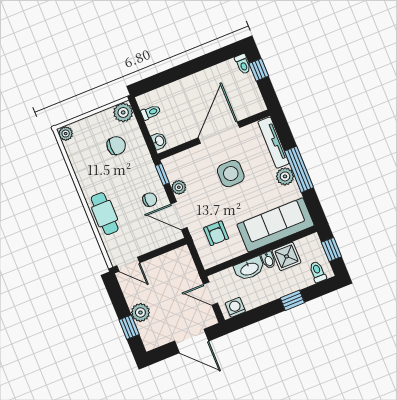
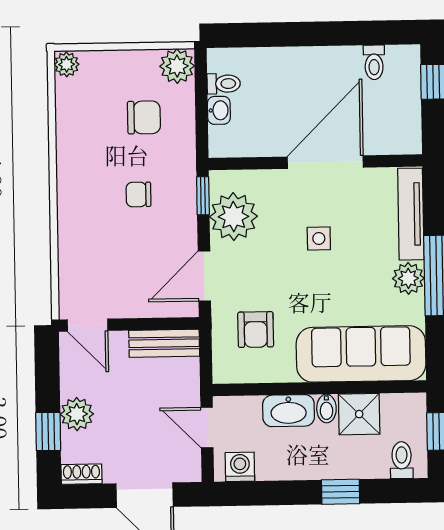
toilet: (243, 64) -> (374, 62), moved
washbasin: (159, 141) -> (219, 110), moved
side table: (231, 174) -> (319, 238), width x0.54, depth x0.54
plant: (179, 187) -> (234, 217), width x1.88, depth x1.88
chair: (150, 200) -> (138, 194), moved, turned 180
cafe table: (105, 214) -> (80, 225), removed
door: (179, 216) -> (204, 276), hinge flipped
bench: (172, 258) -> (164, 343), added
shoe rack: (155, 343) -> (82, 474), added

